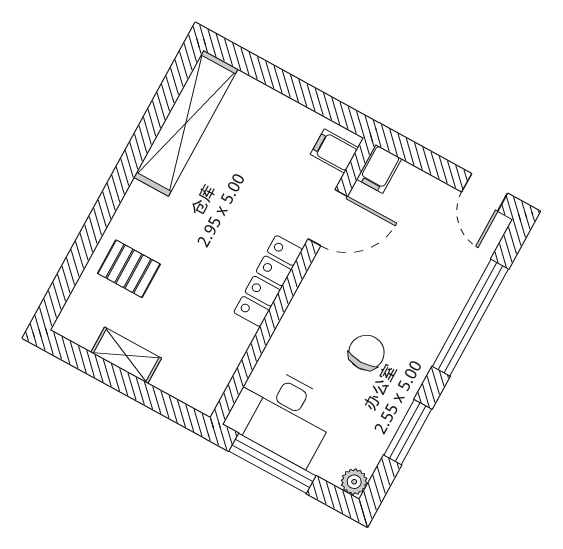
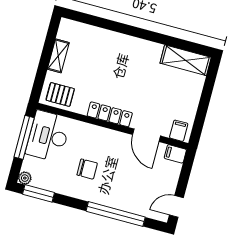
shelving: (186, 123) -> (186, 60), width x0.68
pallet: (129, 269) -> (60, 94), moved, turned 90
window: (408, 432) -> (39, 193), moved

